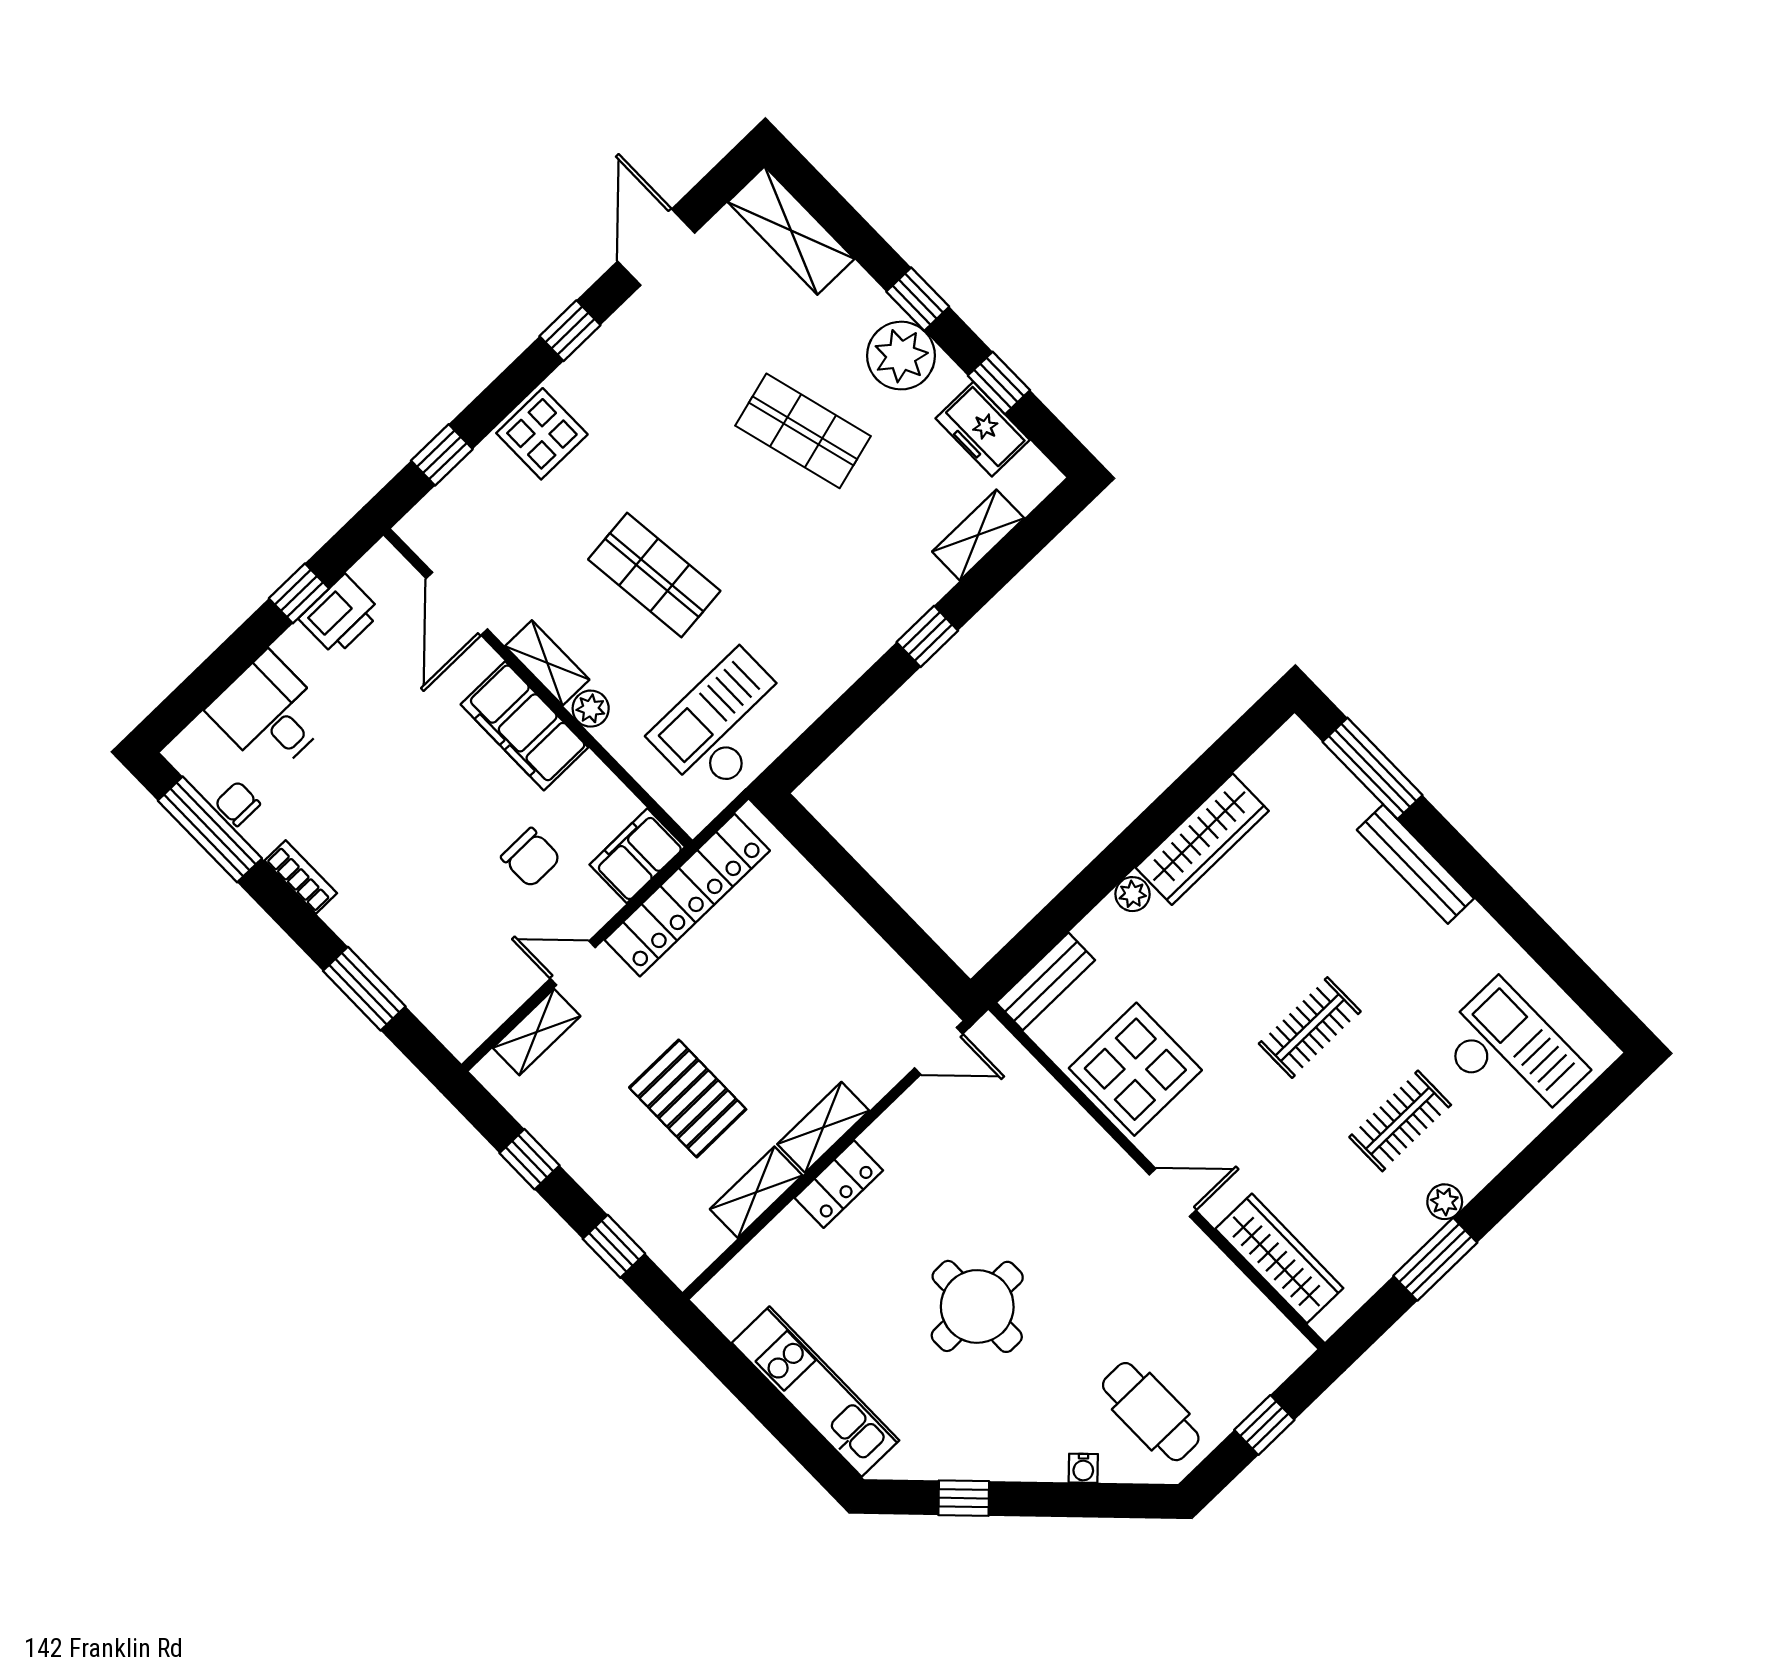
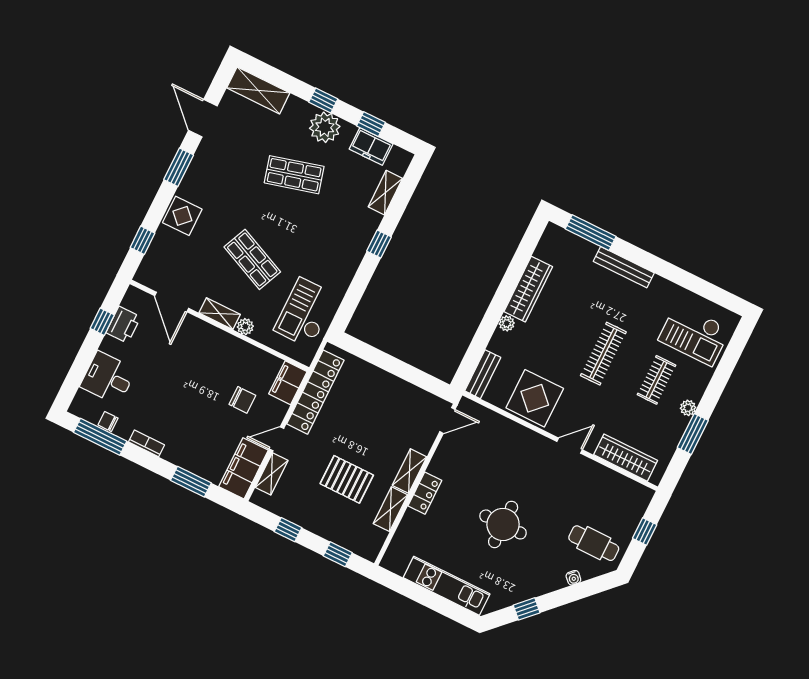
window: (570, 331) -> (179, 167), width x1.50
shop shelf: (654, 575) -> (252, 259), turned 30
filing cabinet: (524, 726) -> (244, 468), moved, turned 90
clothes rail: (1310, 1028) -> (603, 354), width x1.36
checkout: (1511, 1055) -> (694, 334), turned 180

